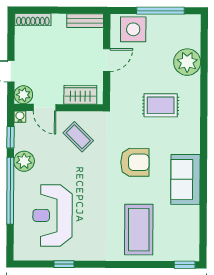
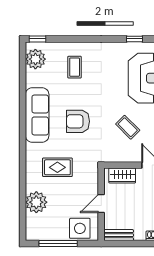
coffee table: (78, 137) -> (128, 127), moved
sofa: (185, 179) -> (37, 115), width x1.36
coffee table: (139, 230) -> (75, 67), width x0.54, depth x0.58
plant: (187, 240) -> (35, 59), added

